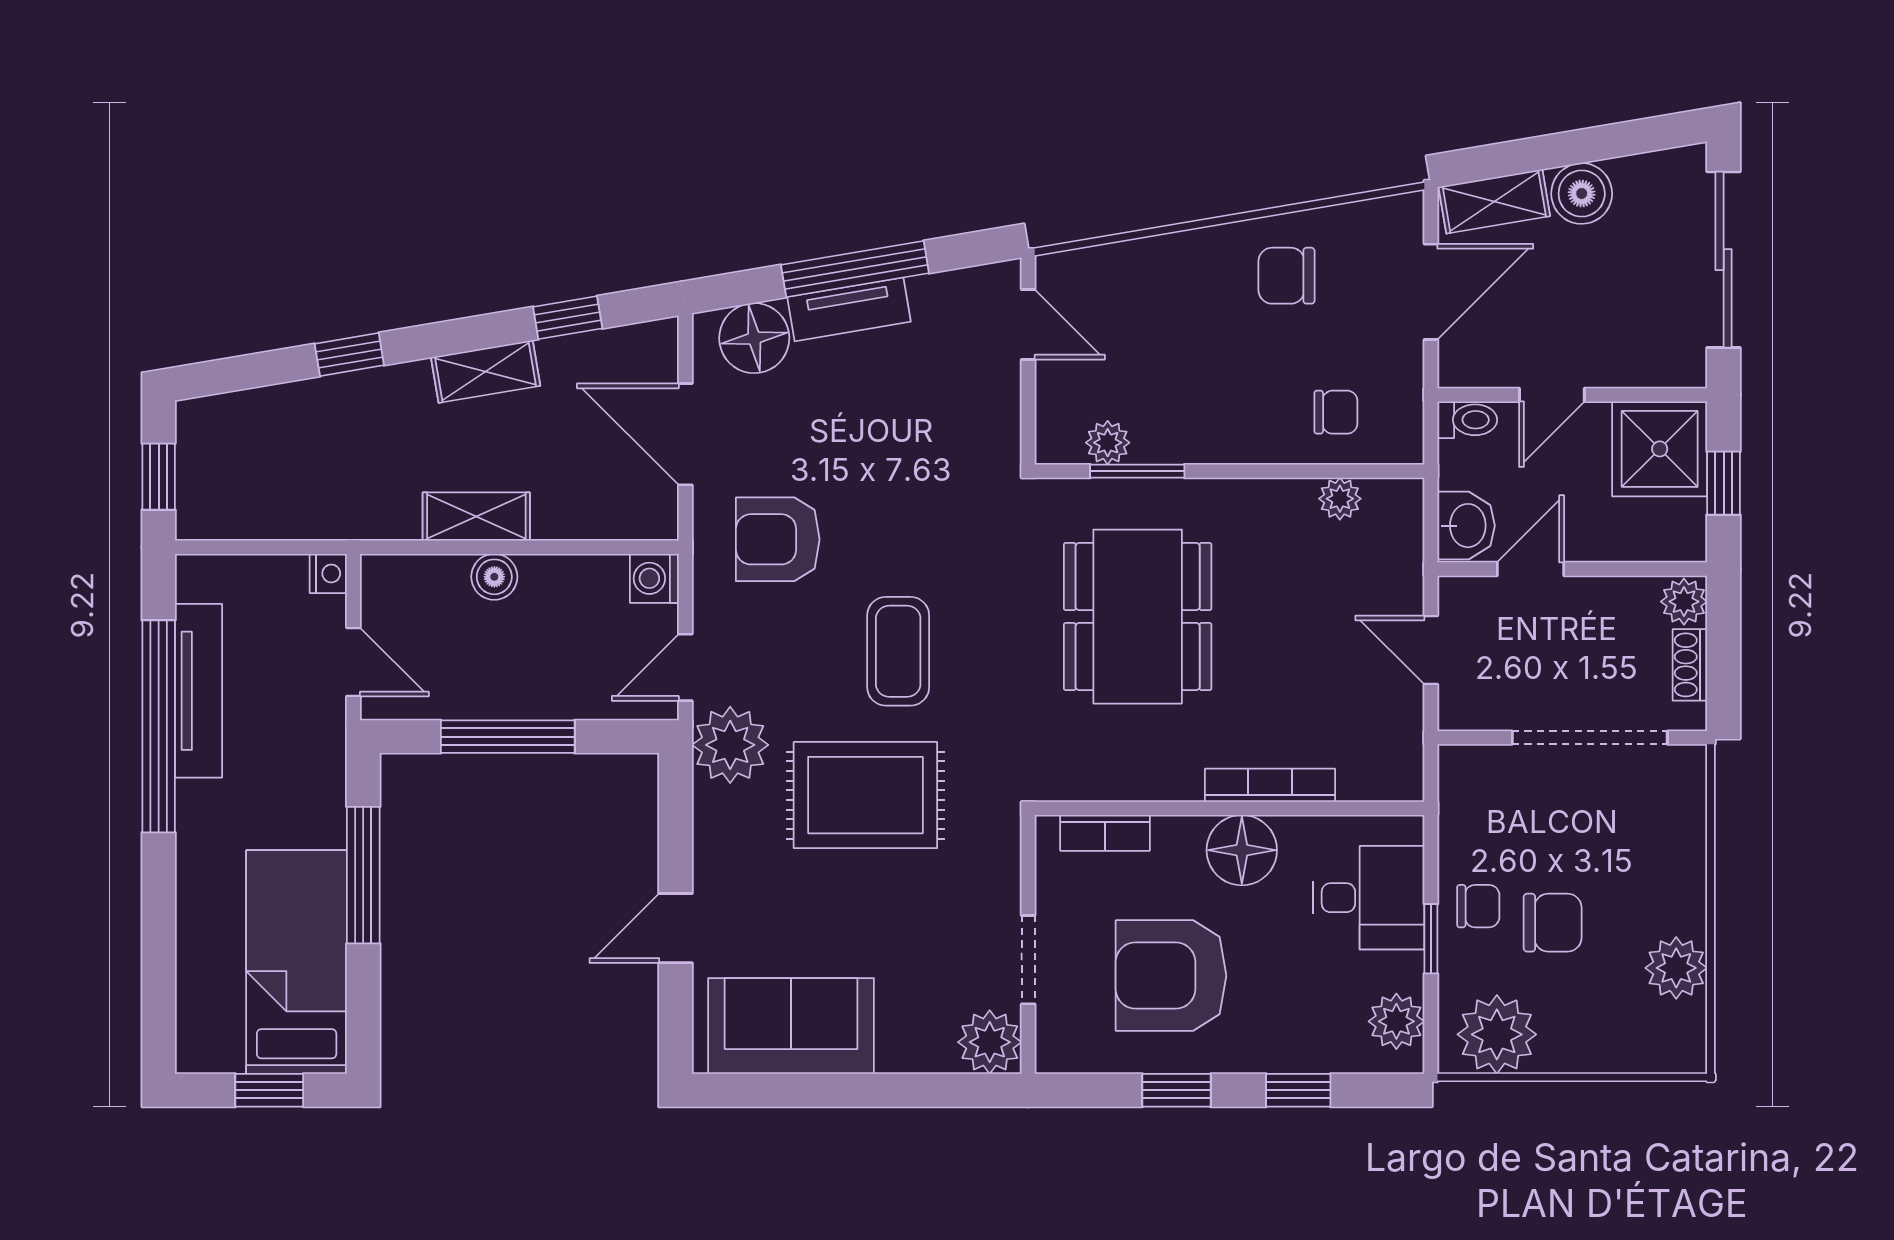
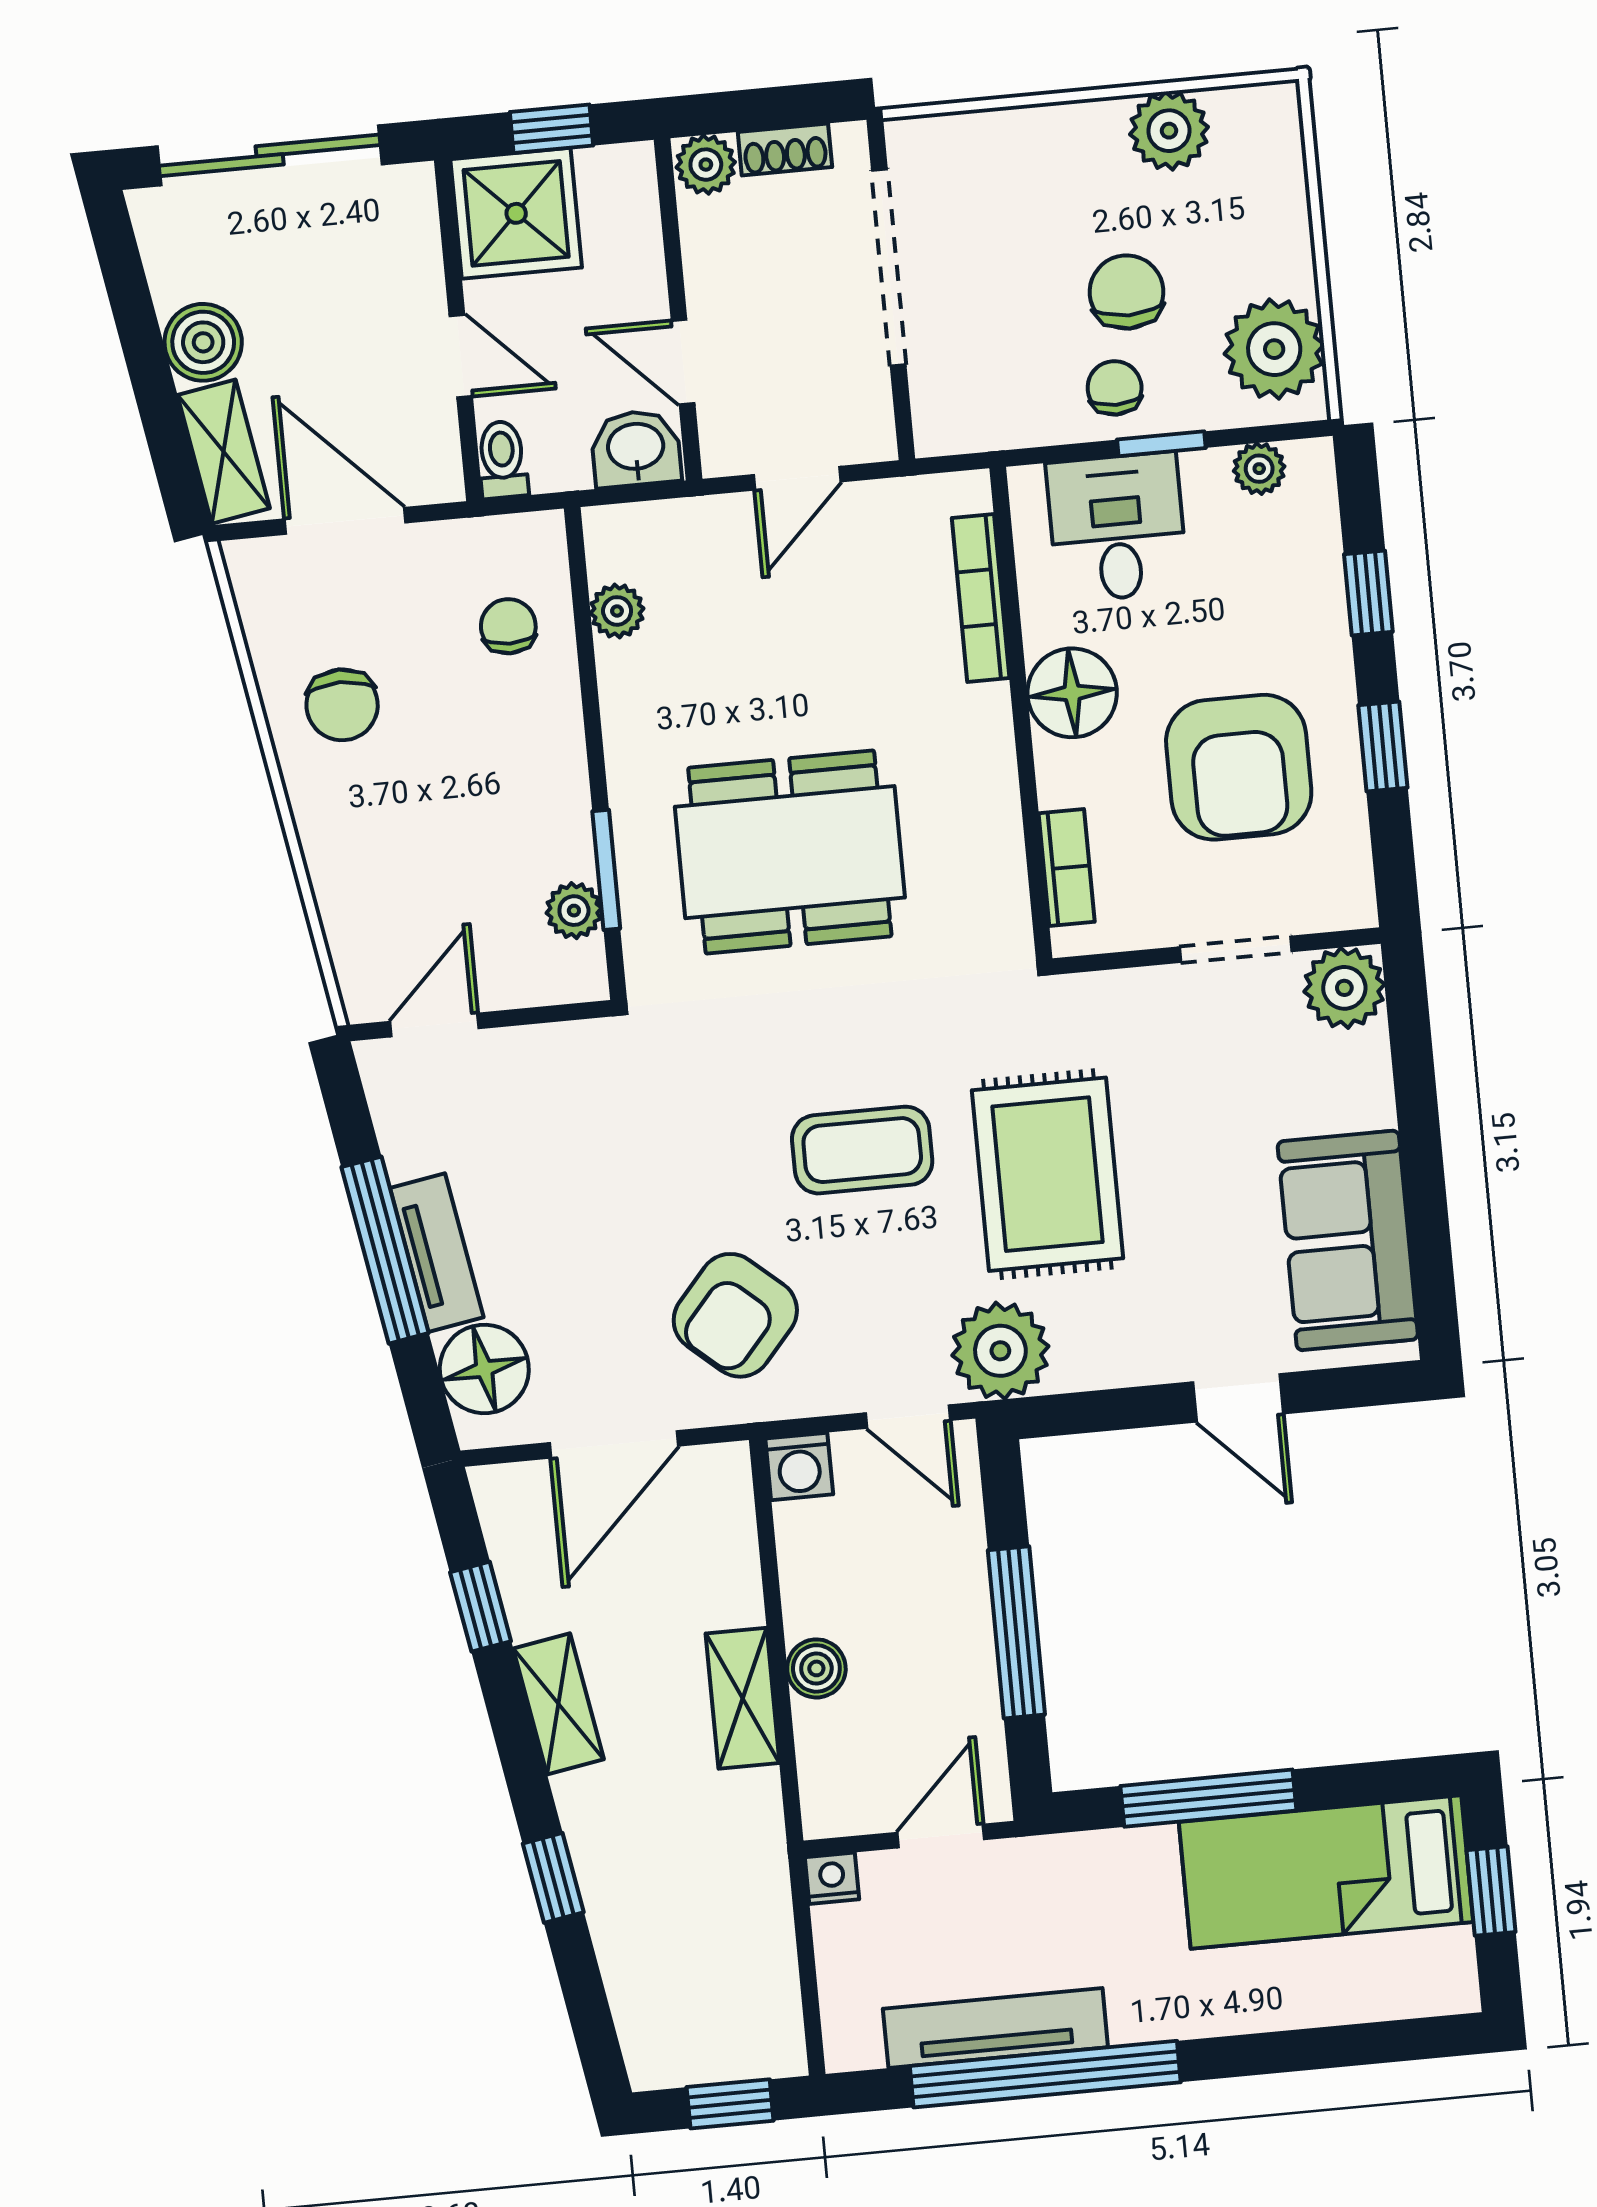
armchair: (778, 539) -> (735, 1315), turned 41
bookcase: (1270, 785) -> (981, 598), moved
plant: (1396, 1021) -> (1259, 469), width x0.73, depth x0.73

